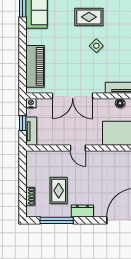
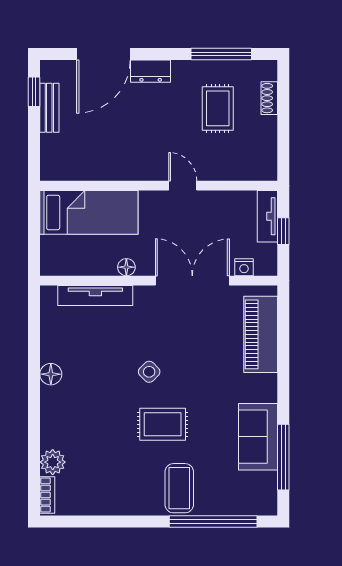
nightstand: (31, 103) -> (244, 267), moved
floor lamp: (120, 103) -> (126, 267), moved
dresser: (82, 211) -> (151, 71), moved

